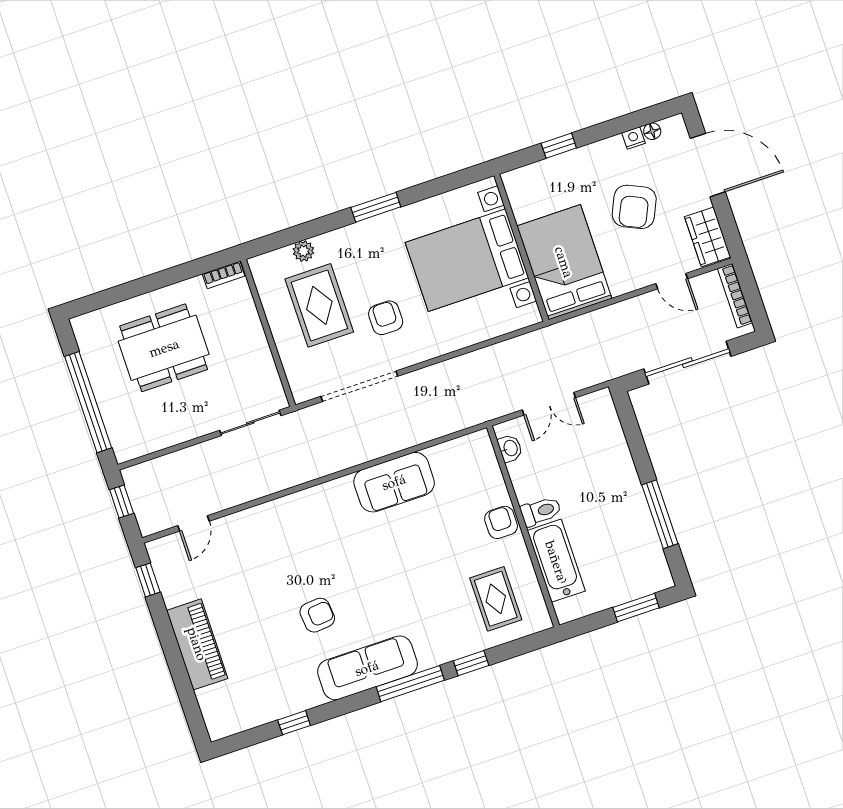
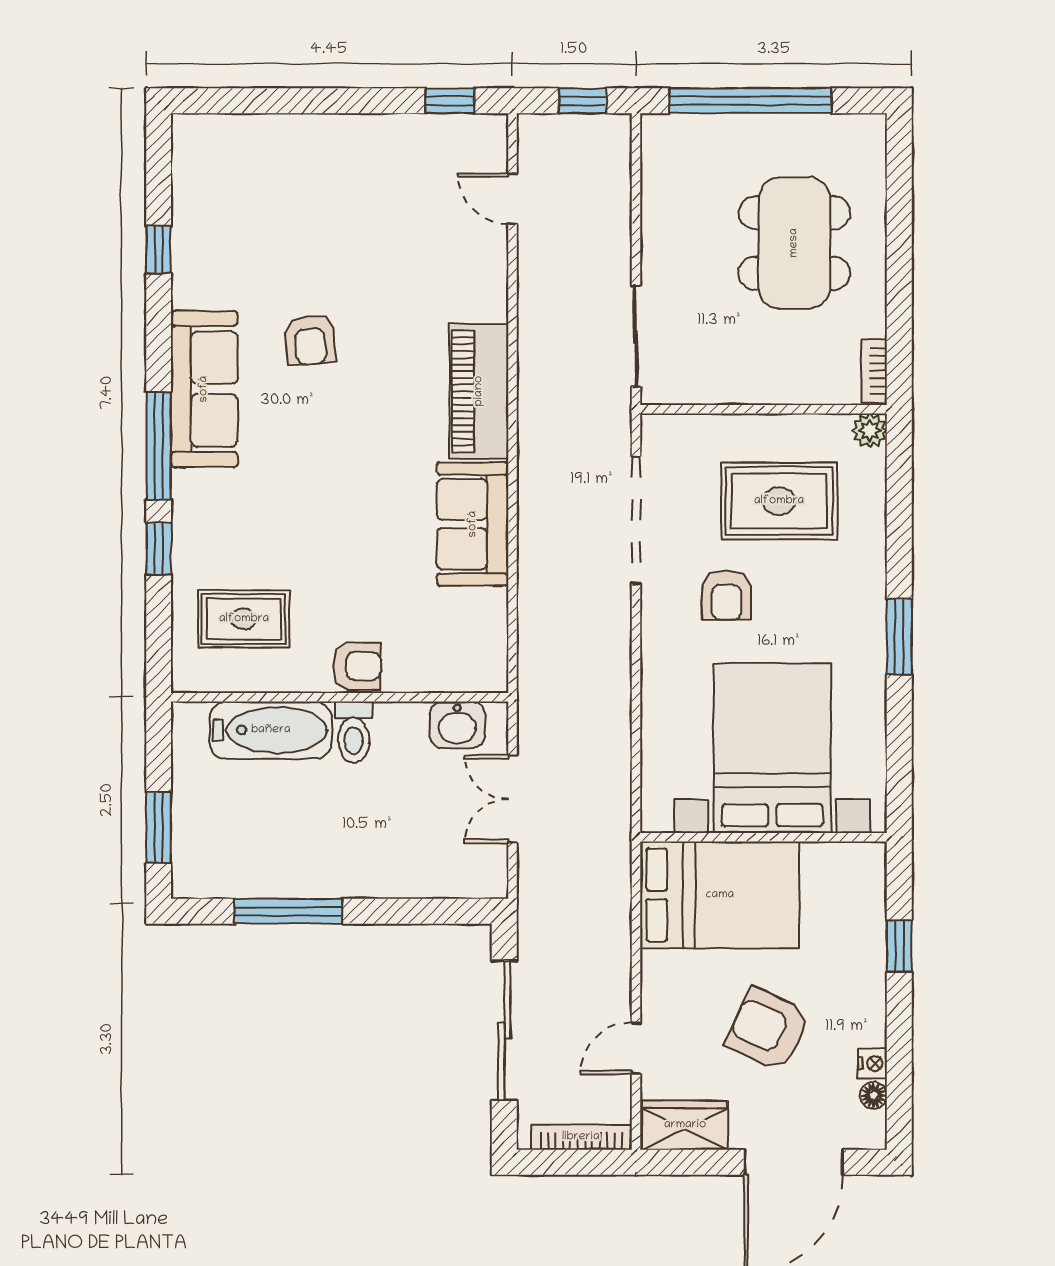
plant: (303, 251) -> (870, 431), moved
armchair: (386, 318) -> (726, 595), turned 90
washbasin: (510, 448) -> (457, 725), width x1.38, depth x1.45
piano: (197, 644) -> (479, 391), moved, turned 90

